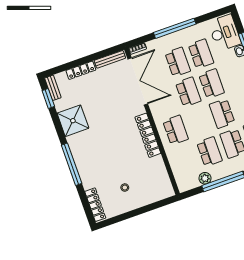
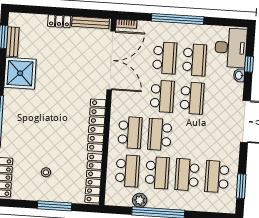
locker: (81, 70) -> (59, 21), width x0.66
bench: (53, 88) -> (13, 42), moved
school desk: (222, 114) -> (160, 134), moved
school desk: (186, 160) -> (127, 171), added
locker: (163, 176) -> (94, 178), added
window: (142, 210) -> (55, 206), added

